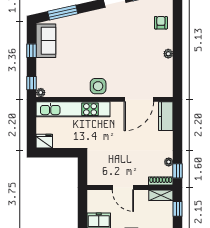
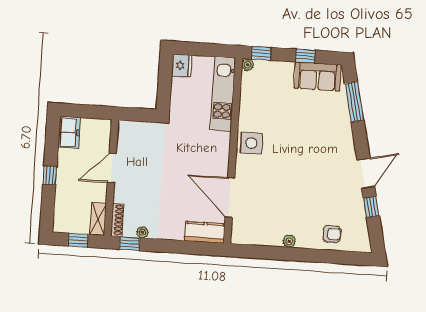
kitchen unit: (73, 109) -> (223, 94), width x0.73

